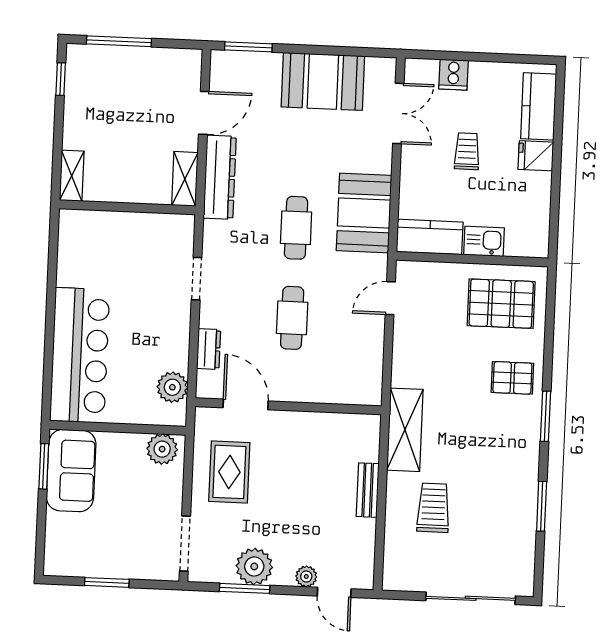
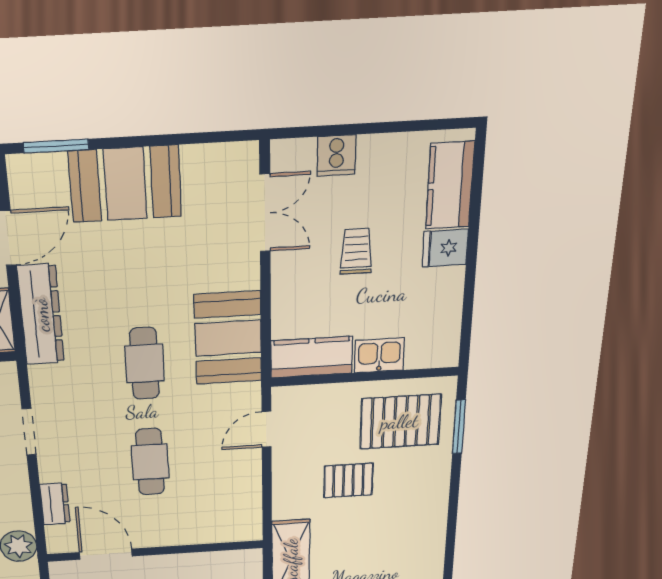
booth: (323, 81) -> (125, 184), moved
pallet: (512, 378) -> (348, 480), moved
window: (546, 416) -> (459, 427), moved

